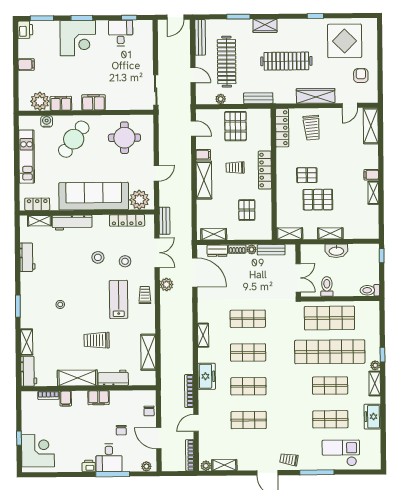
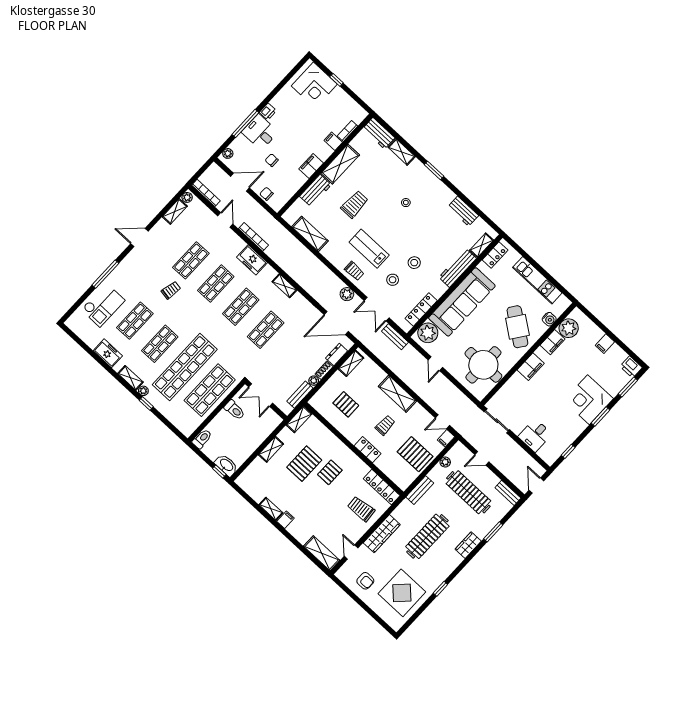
desk: (121, 33) -> (535, 435), moved, turned 90
bench: (200, 37) -> (508, 493), width x0.73
round table: (124, 138) -> (483, 365), width x1.36, depth x1.36
filing cabinet: (203, 155) -> (446, 438), moved
locker: (265, 170) -> (368, 450), width x0.66
washbasin: (336, 251) -> (226, 465), moved, turned 90
lab bench: (119, 299) -> (369, 249), turned 180
trolley: (289, 459) -> (171, 290), moved

